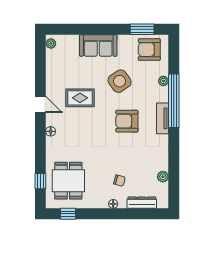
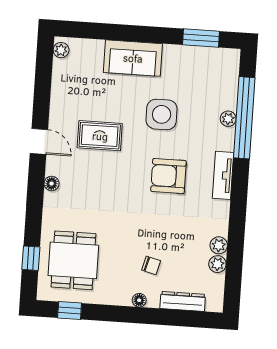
armchair: (149, 50) -> (210, 69), removed
side table: (120, 81) -> (162, 114), turned 35
window: (174, 101) -> (244, 118), moved
plant: (163, 164) -> (219, 245), added

